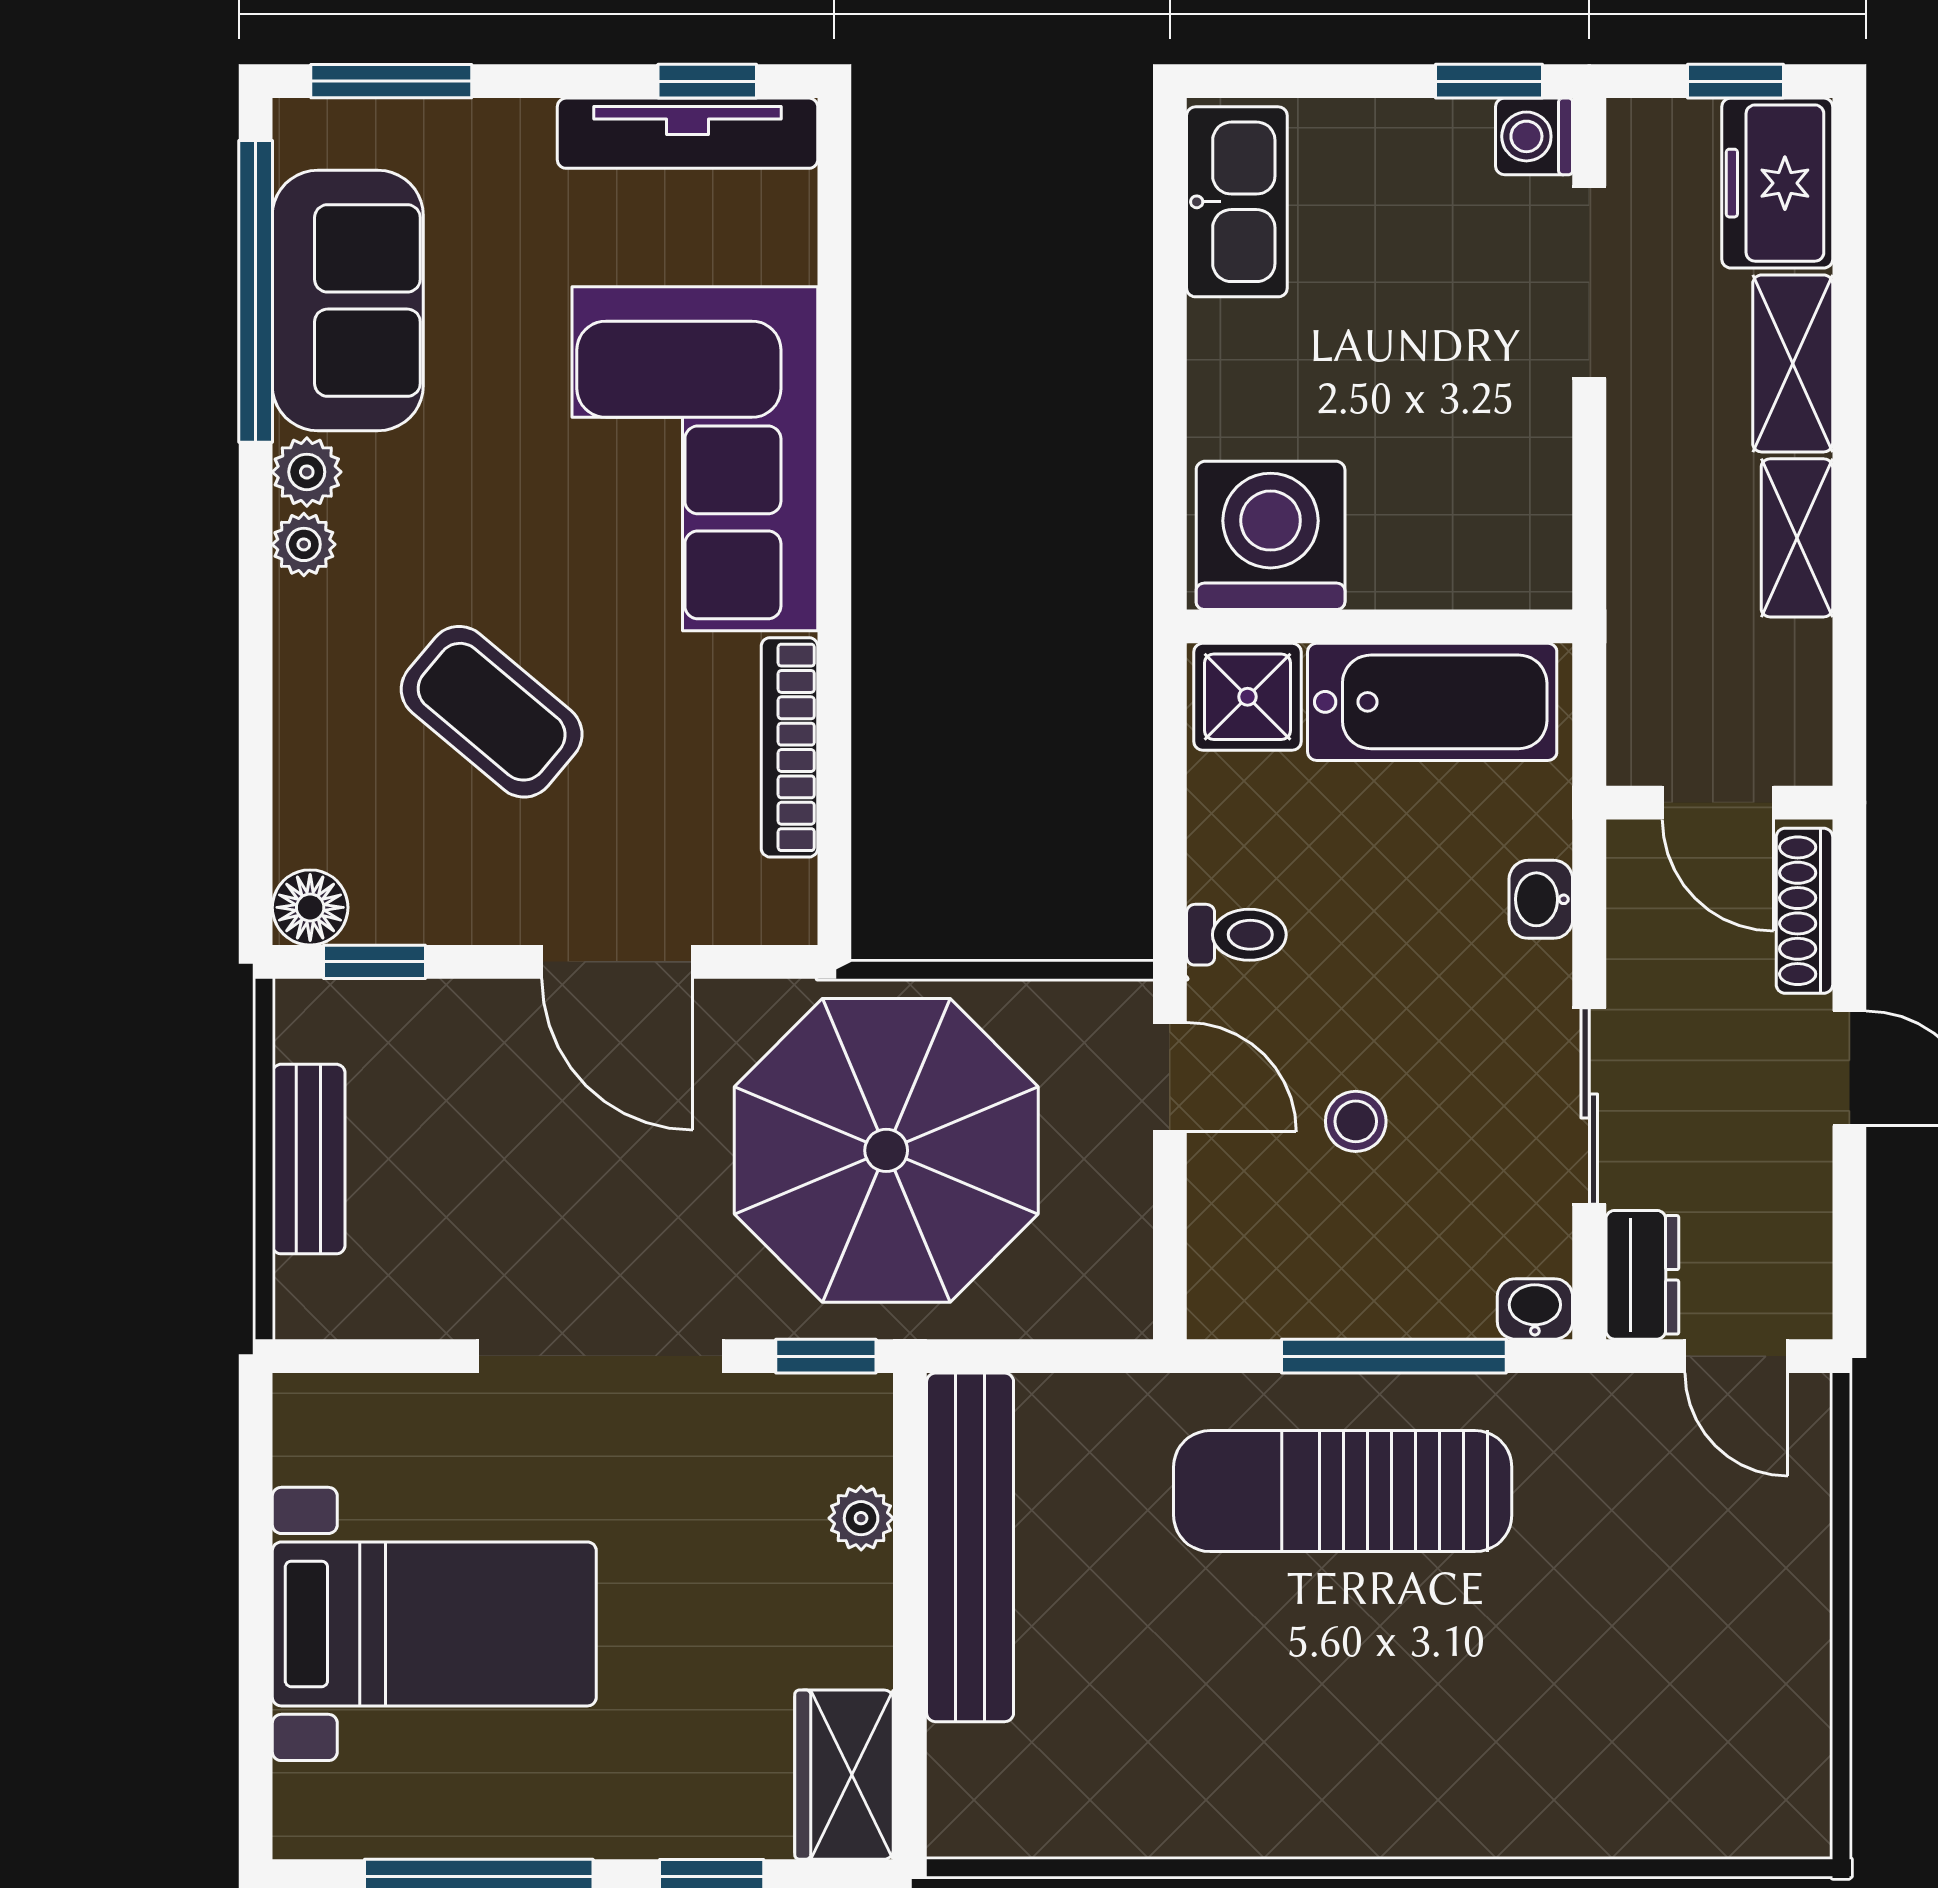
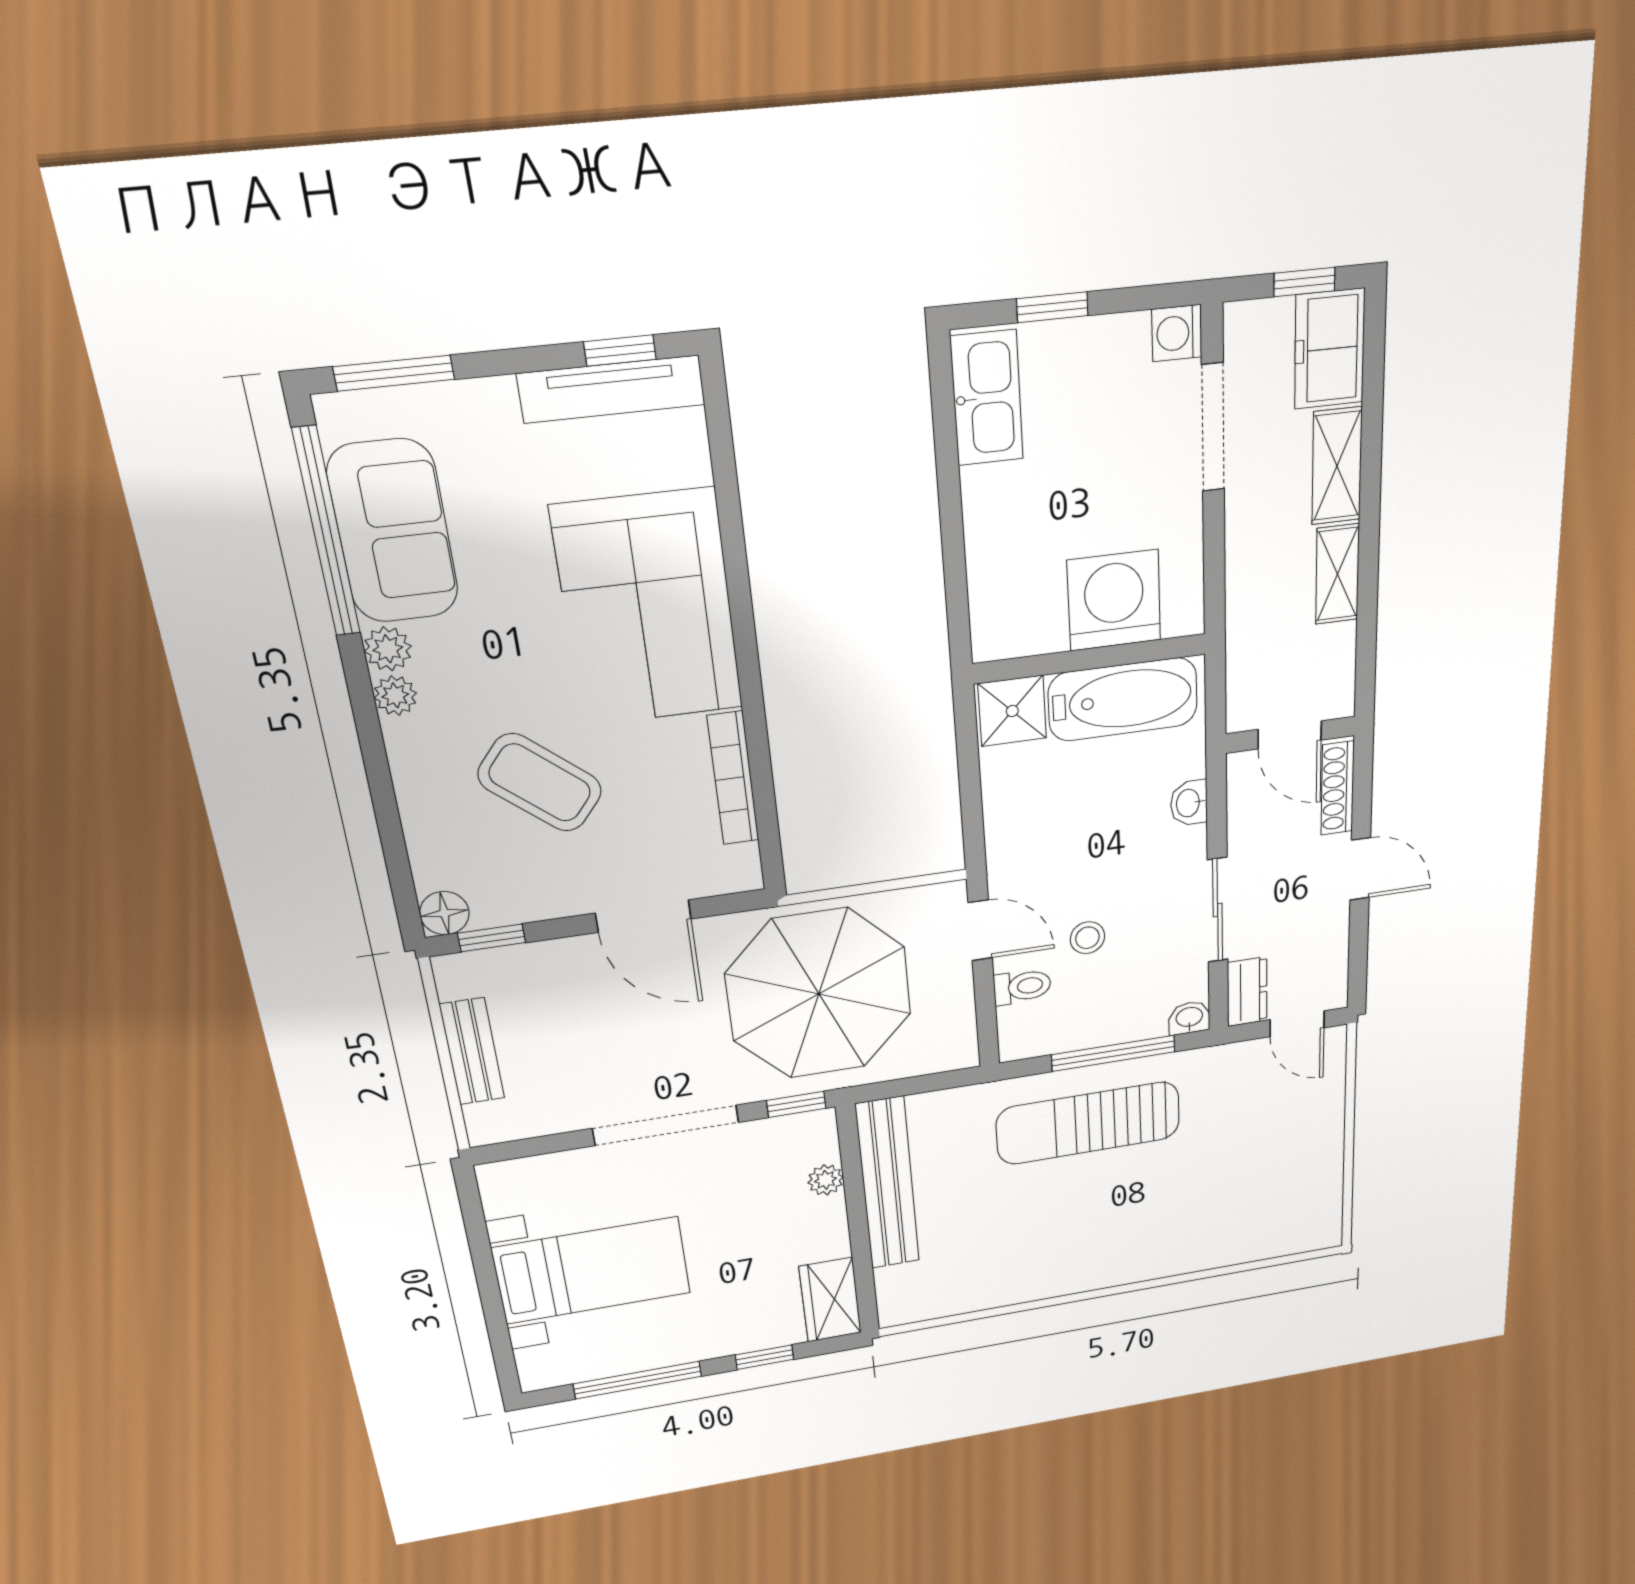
window: (1489, 81) -> (1052, 307), moved
washing machine: (1271, 535) -> (1114, 600), moved
toilet: (1236, 935) -> (1022, 987), moved

